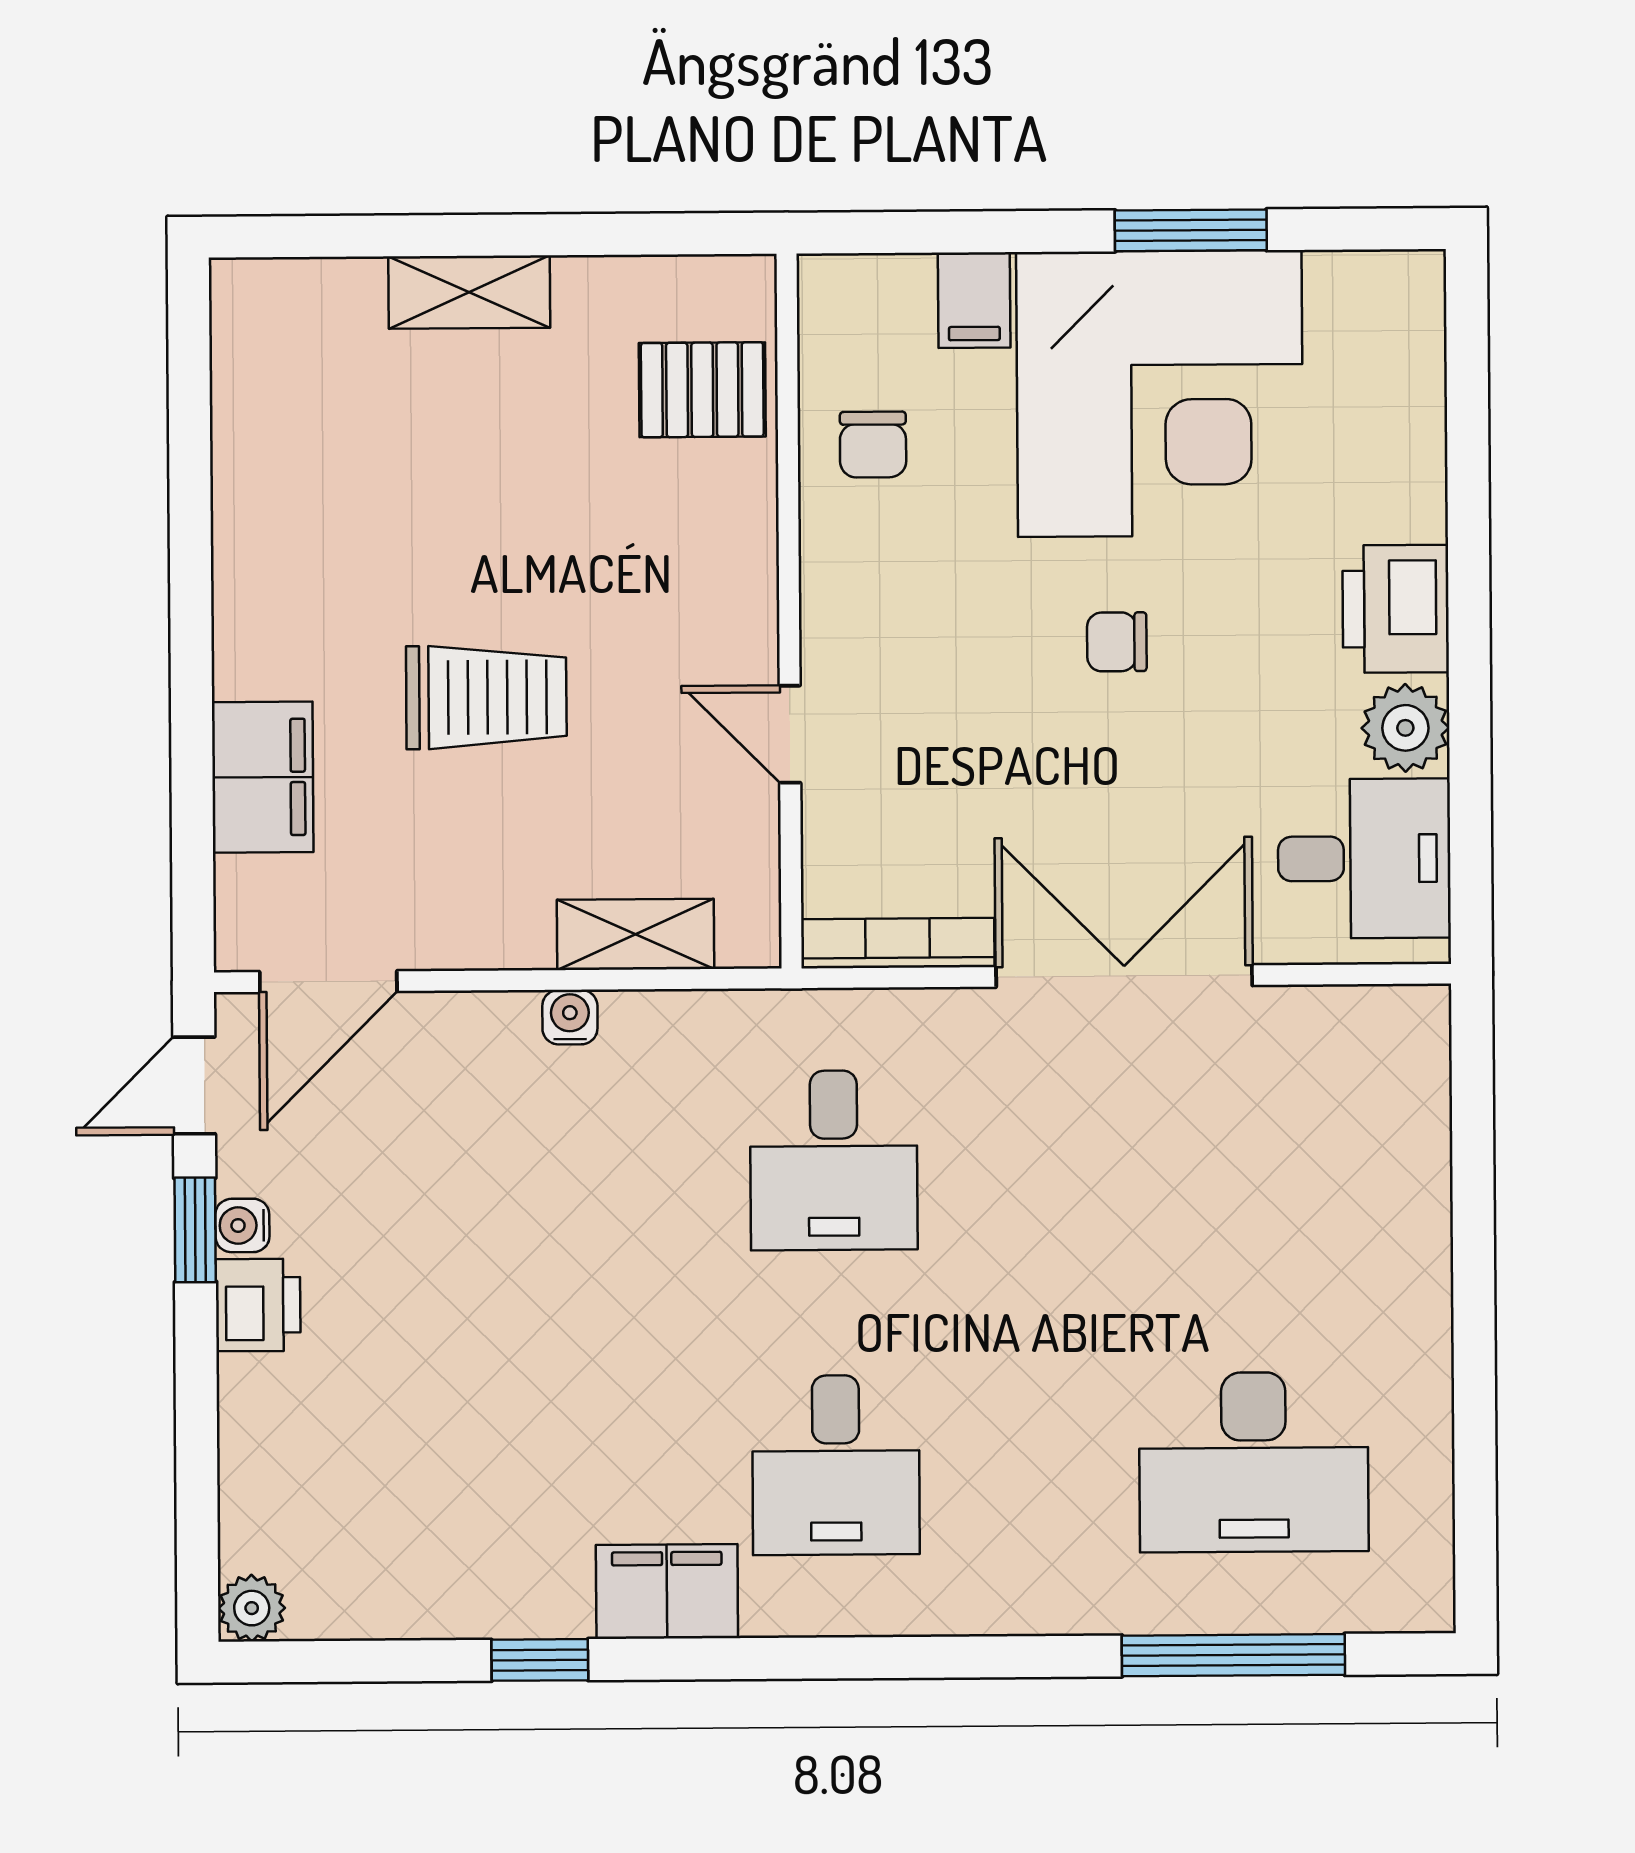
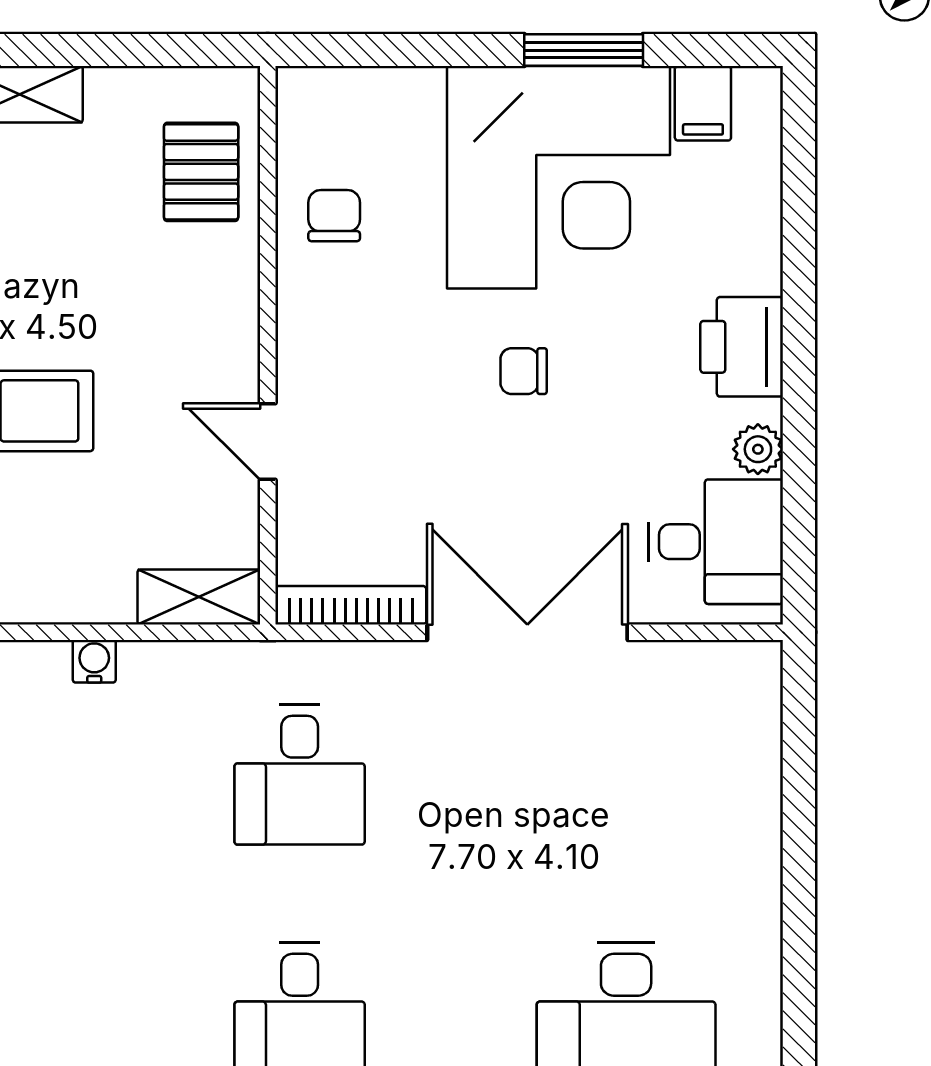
filing cabinet: (974, 300) -> (703, 103), moved
pallet: (702, 390) -> (201, 172), turned 90
chair: (873, 444) -> (334, 216), turned 180
plant: (1405, 728) -> (758, 449), width x0.73, depth x0.73
shelving: (636, 934) -> (199, 597), moved

